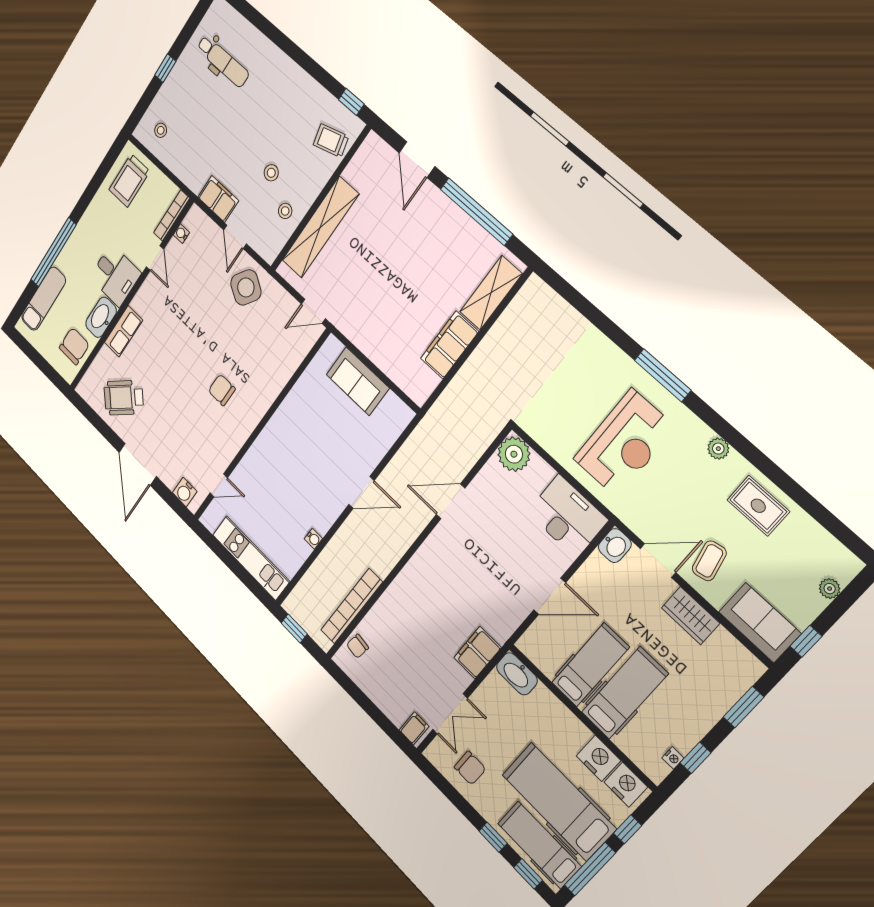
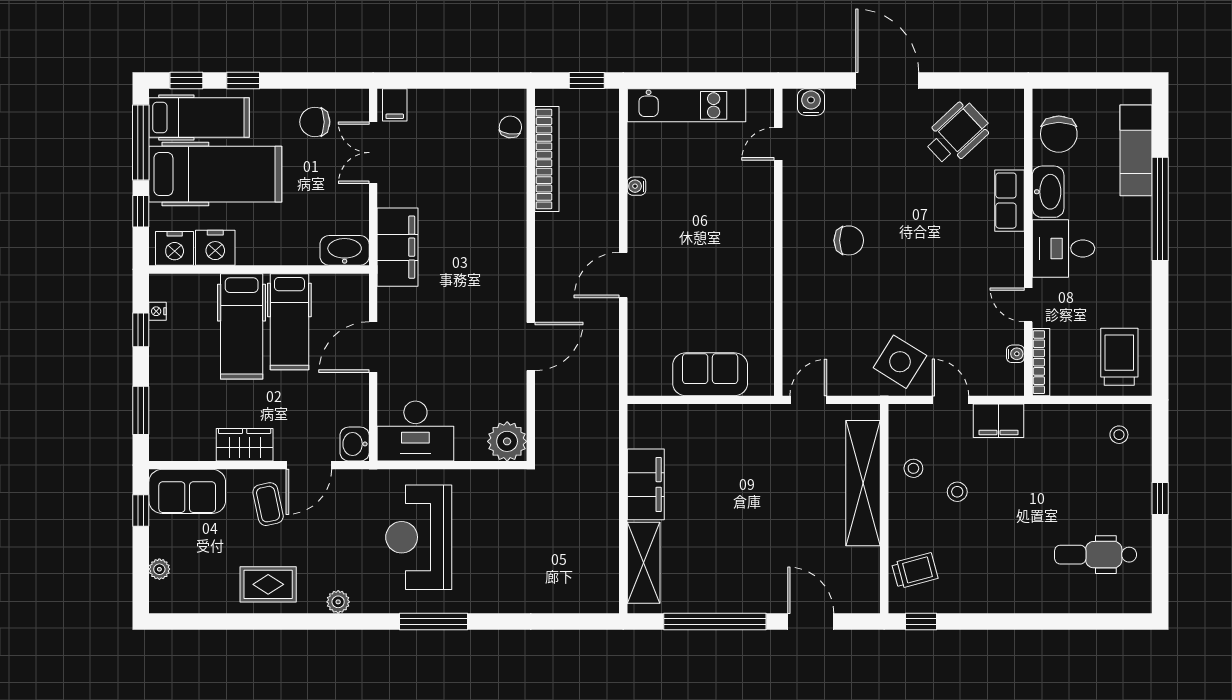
filing cabinet: (477, 653) -> (398, 247), width x1.50, depth x1.17

